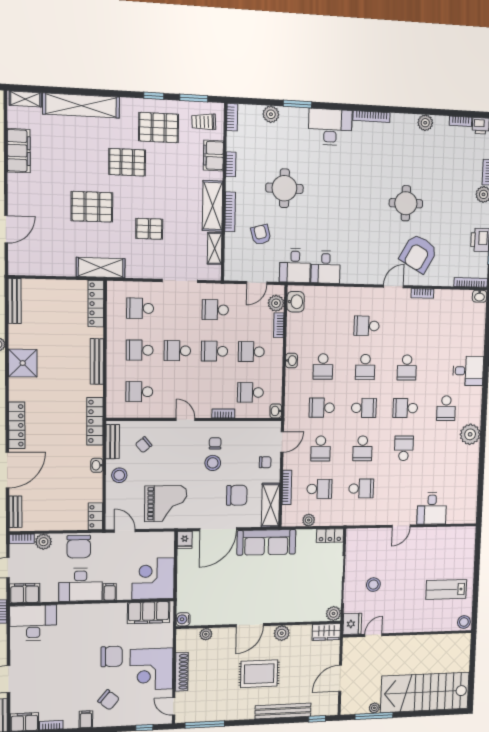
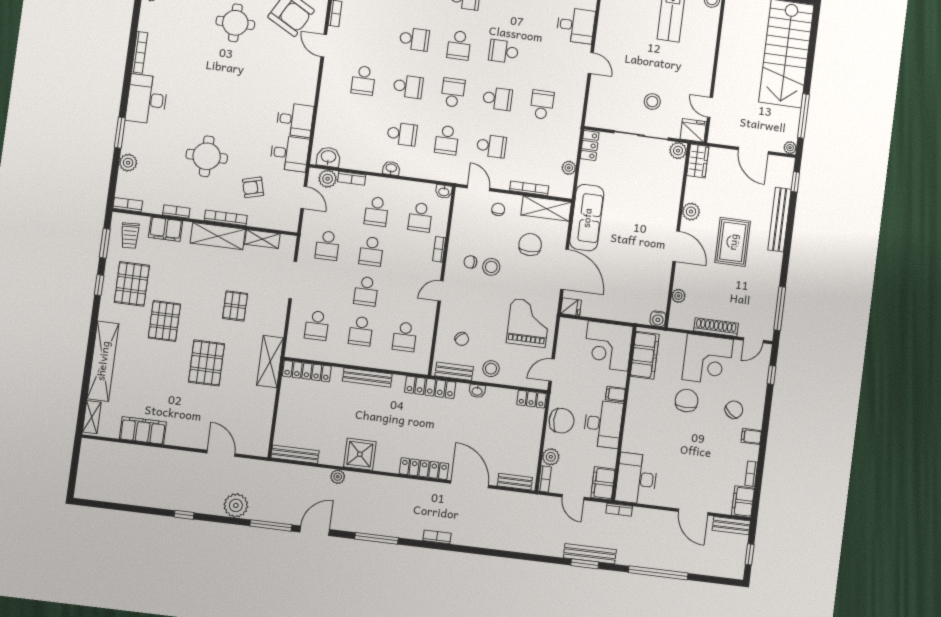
school desk: (319, 489) -> (536, 152), removed
plant: (374, 708) -> (790, 148), moved

